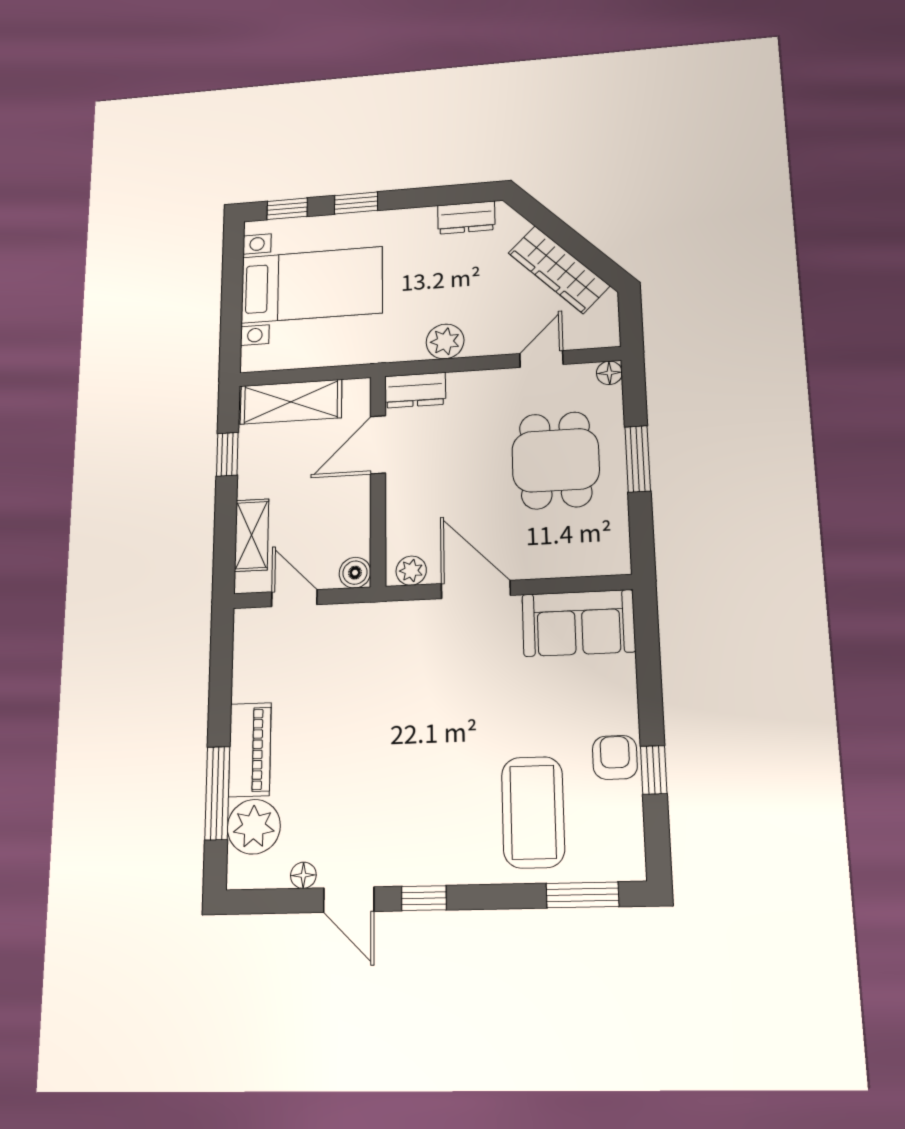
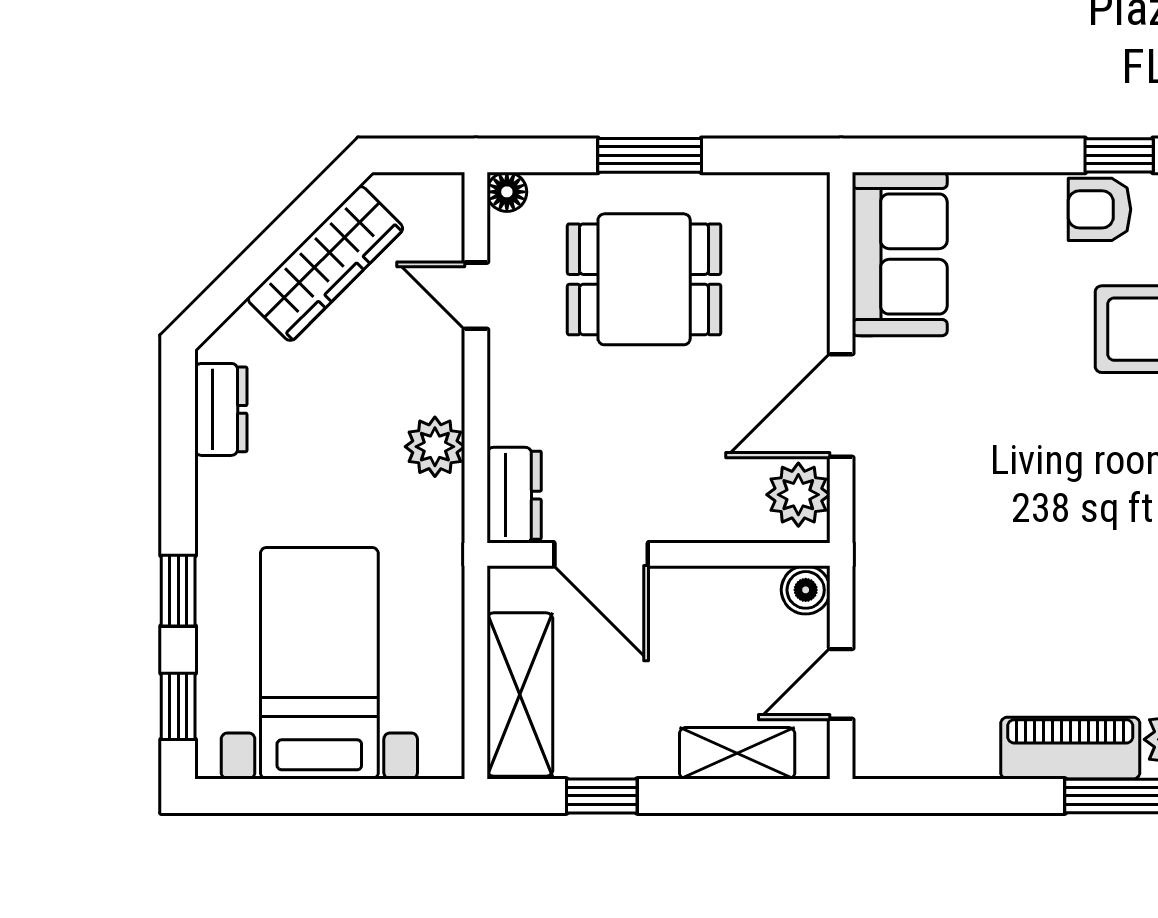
plant: (411, 571) -> (798, 495), width x1.38, depth x1.38

